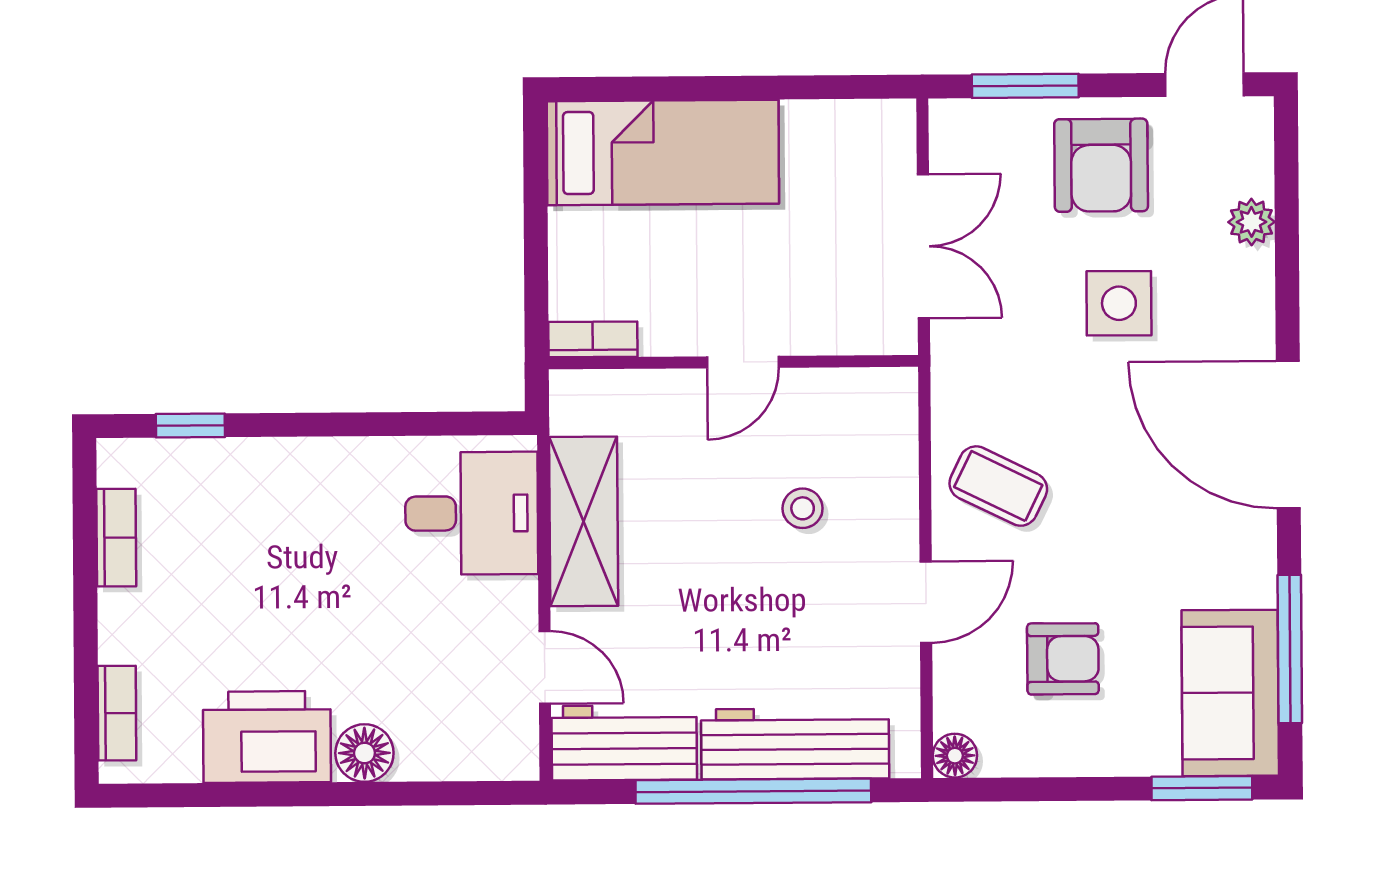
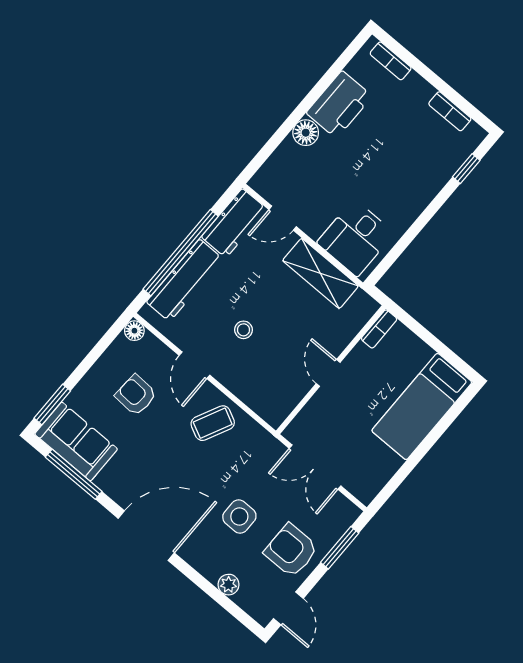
stool: (803, 508) -> (244, 330), moved
armchair: (1063, 659) -> (136, 395), turned 93

